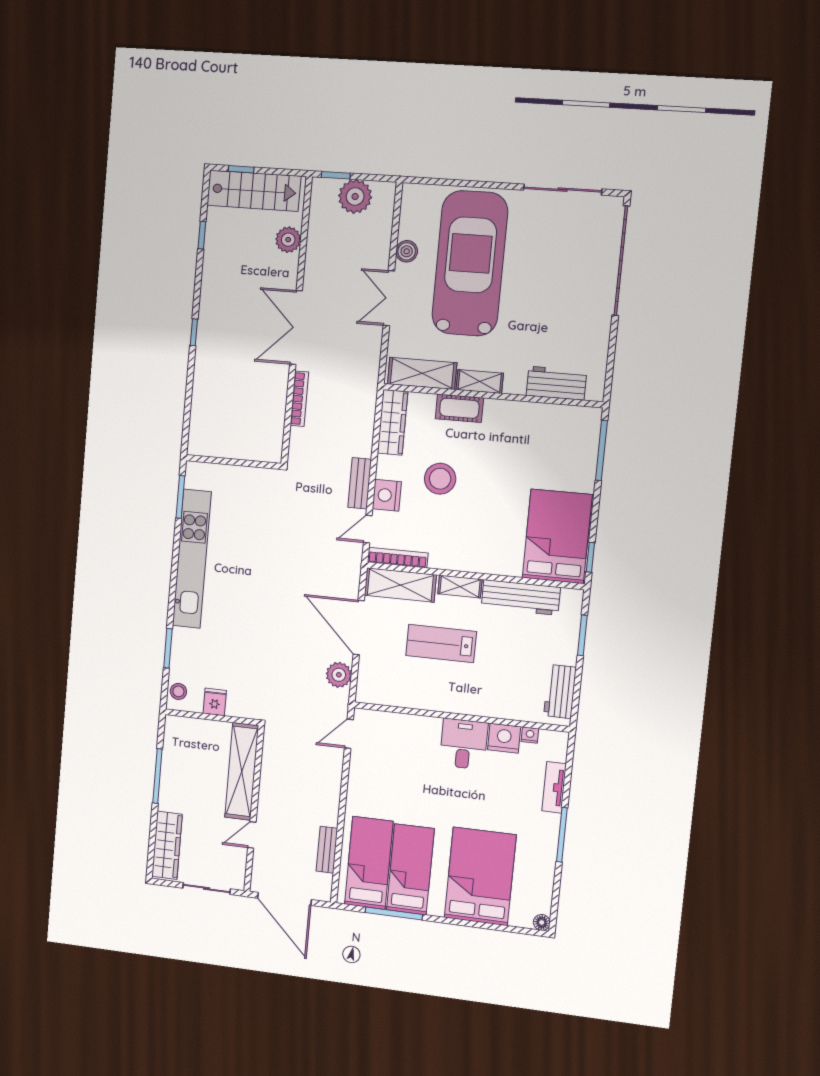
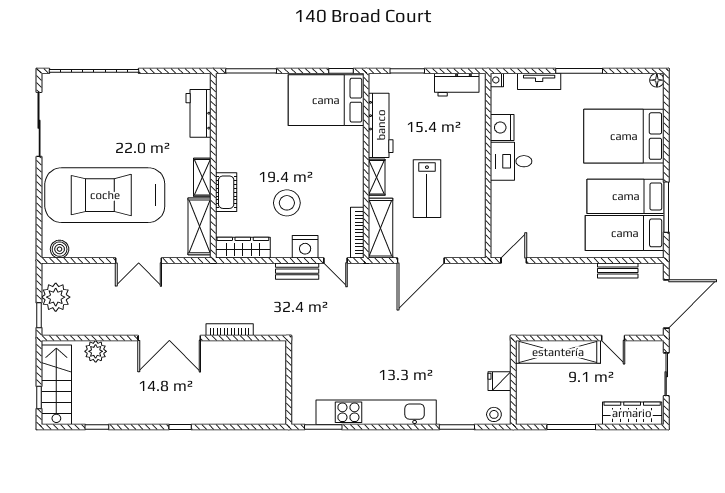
boiler: (407, 251) -> (60, 249), moved
plant: (339, 675) -> (464, 274), removed
door: (349, 734) -> (514, 261), swing flipped
nightstand: (530, 735) -> (497, 80), moved

